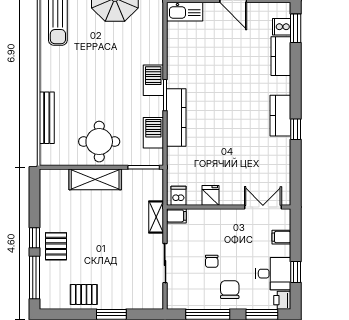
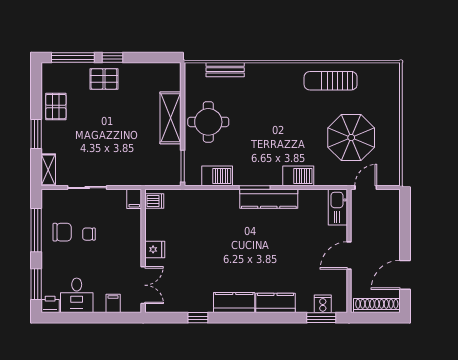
kitchen counter: (281, 56) -> (275, 303), moved
barbecue: (153, 80) -> (298, 176), moved
bench: (47, 118) -> (225, 70), width x0.73
kitchen counter: (176, 118) -> (269, 199), moved
window: (296, 129) -> (198, 318), moved
fridge: (211, 195) -> (155, 249), moved
shelving: (156, 217) -> (48, 170), moved, turned 90
window: (296, 272) -> (78, 318), removed
chair: (230, 290) -> (62, 232), moved

